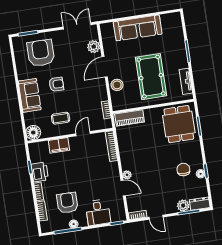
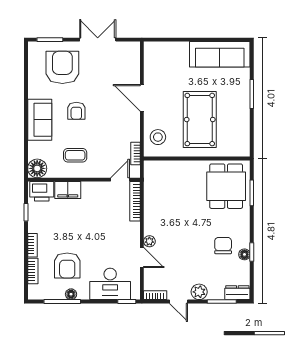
double door: (77, 26) -> (98, 40), moved
sofa: (138, 28) -> (220, 54), moved
plant: (94, 47) -> (132, 70), removed
door: (105, 67) -> (142, 98), hinge flipped
tv unit: (186, 81) -> (244, 133), removed
armchair: (56, 84) -> (76, 111), turned 90
stool: (117, 85) -> (158, 137), moved
piano: (130, 118) -> (164, 169), removed
door: (83, 134) -> (120, 180), moved
printer: (40, 172) -> (42, 191), moved, turned 90
armchair: (67, 203) -> (67, 266), turned 180
plant: (183, 205) -> (199, 292), moved
desk: (98, 212) -> (110, 284), width x1.37

